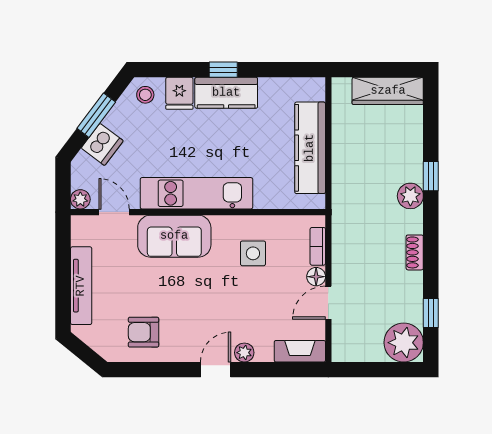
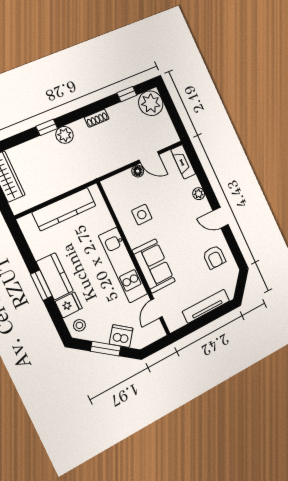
window: (223, 70) -> (41, 285), width x1.50
plant: (80, 199) -> (159, 332), removed
bookcase: (318, 246) -> (120, 178), removed
door: (216, 370) -> (221, 218), moved

